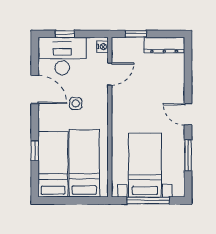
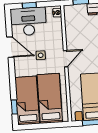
door: (110, 74) -> (66, 59), moved
window: (35, 151) -> (14, 107), moved

